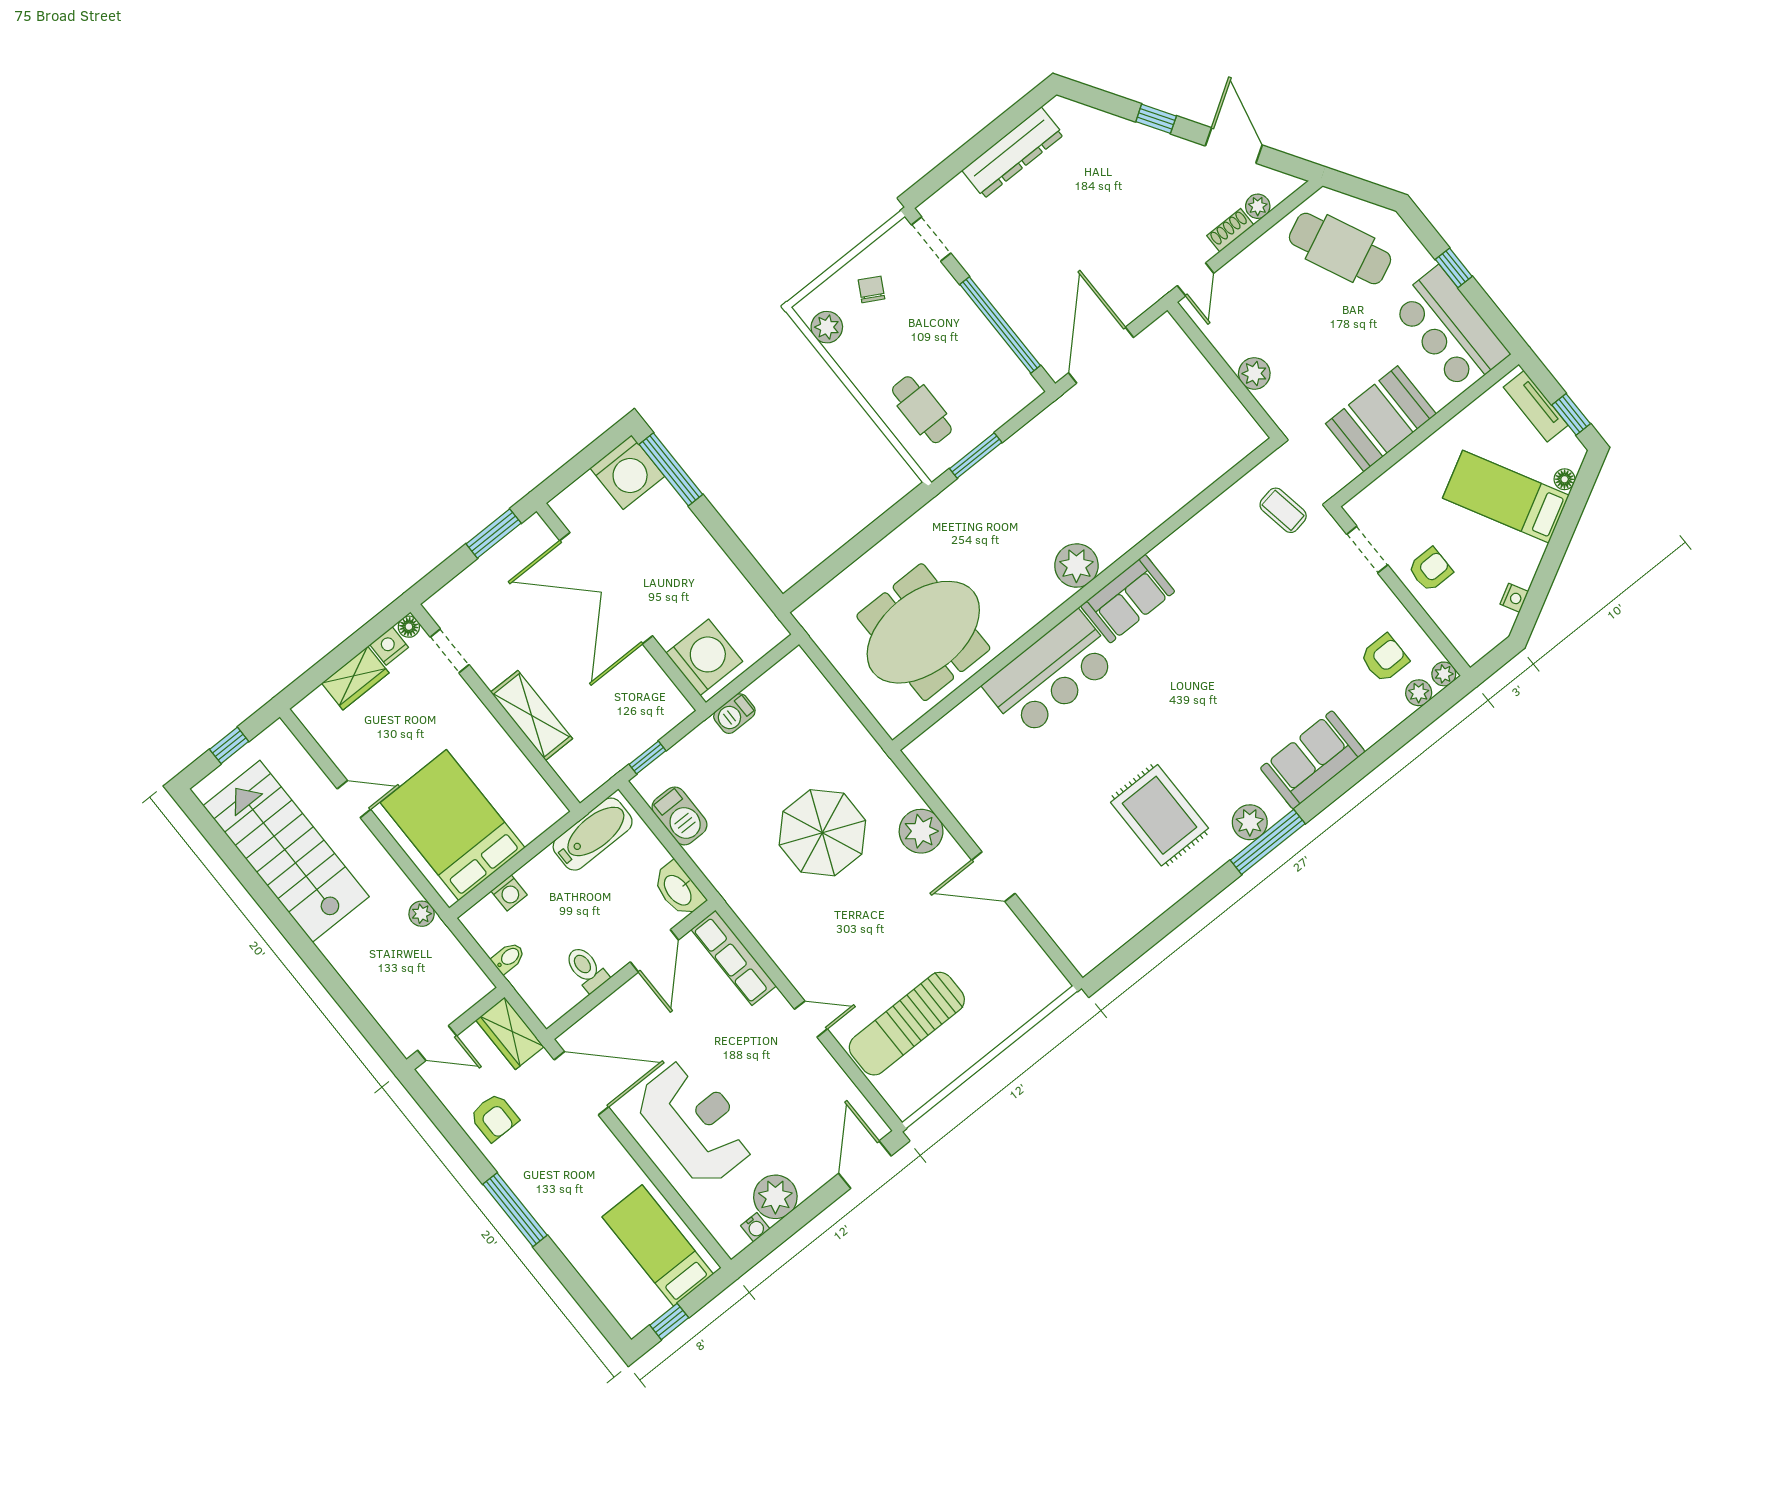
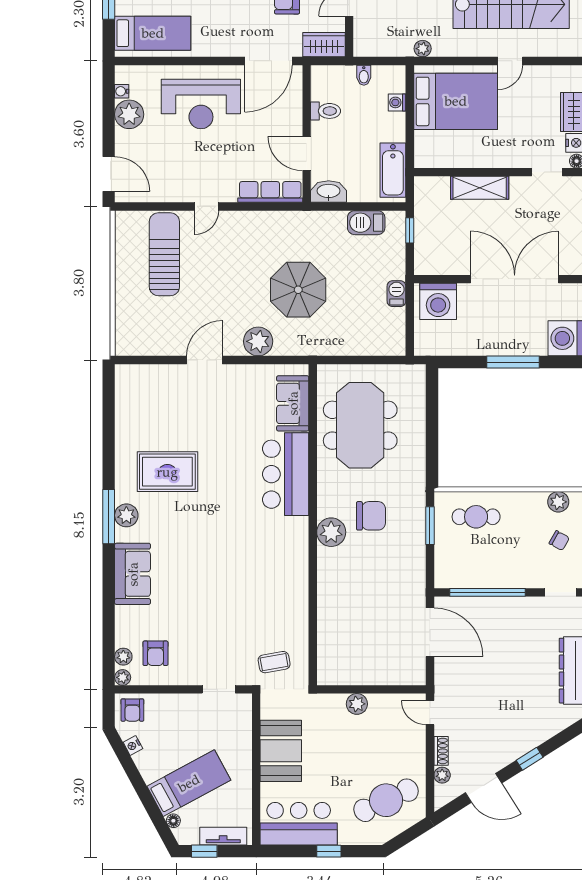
window: (671, 469) -> (513, 362), moved
chair: (1020, 534) -> (371, 516), added
armchair: (1430, 569) -> (132, 710), moved
sofa: (1128, 599) -> (293, 403), moved

